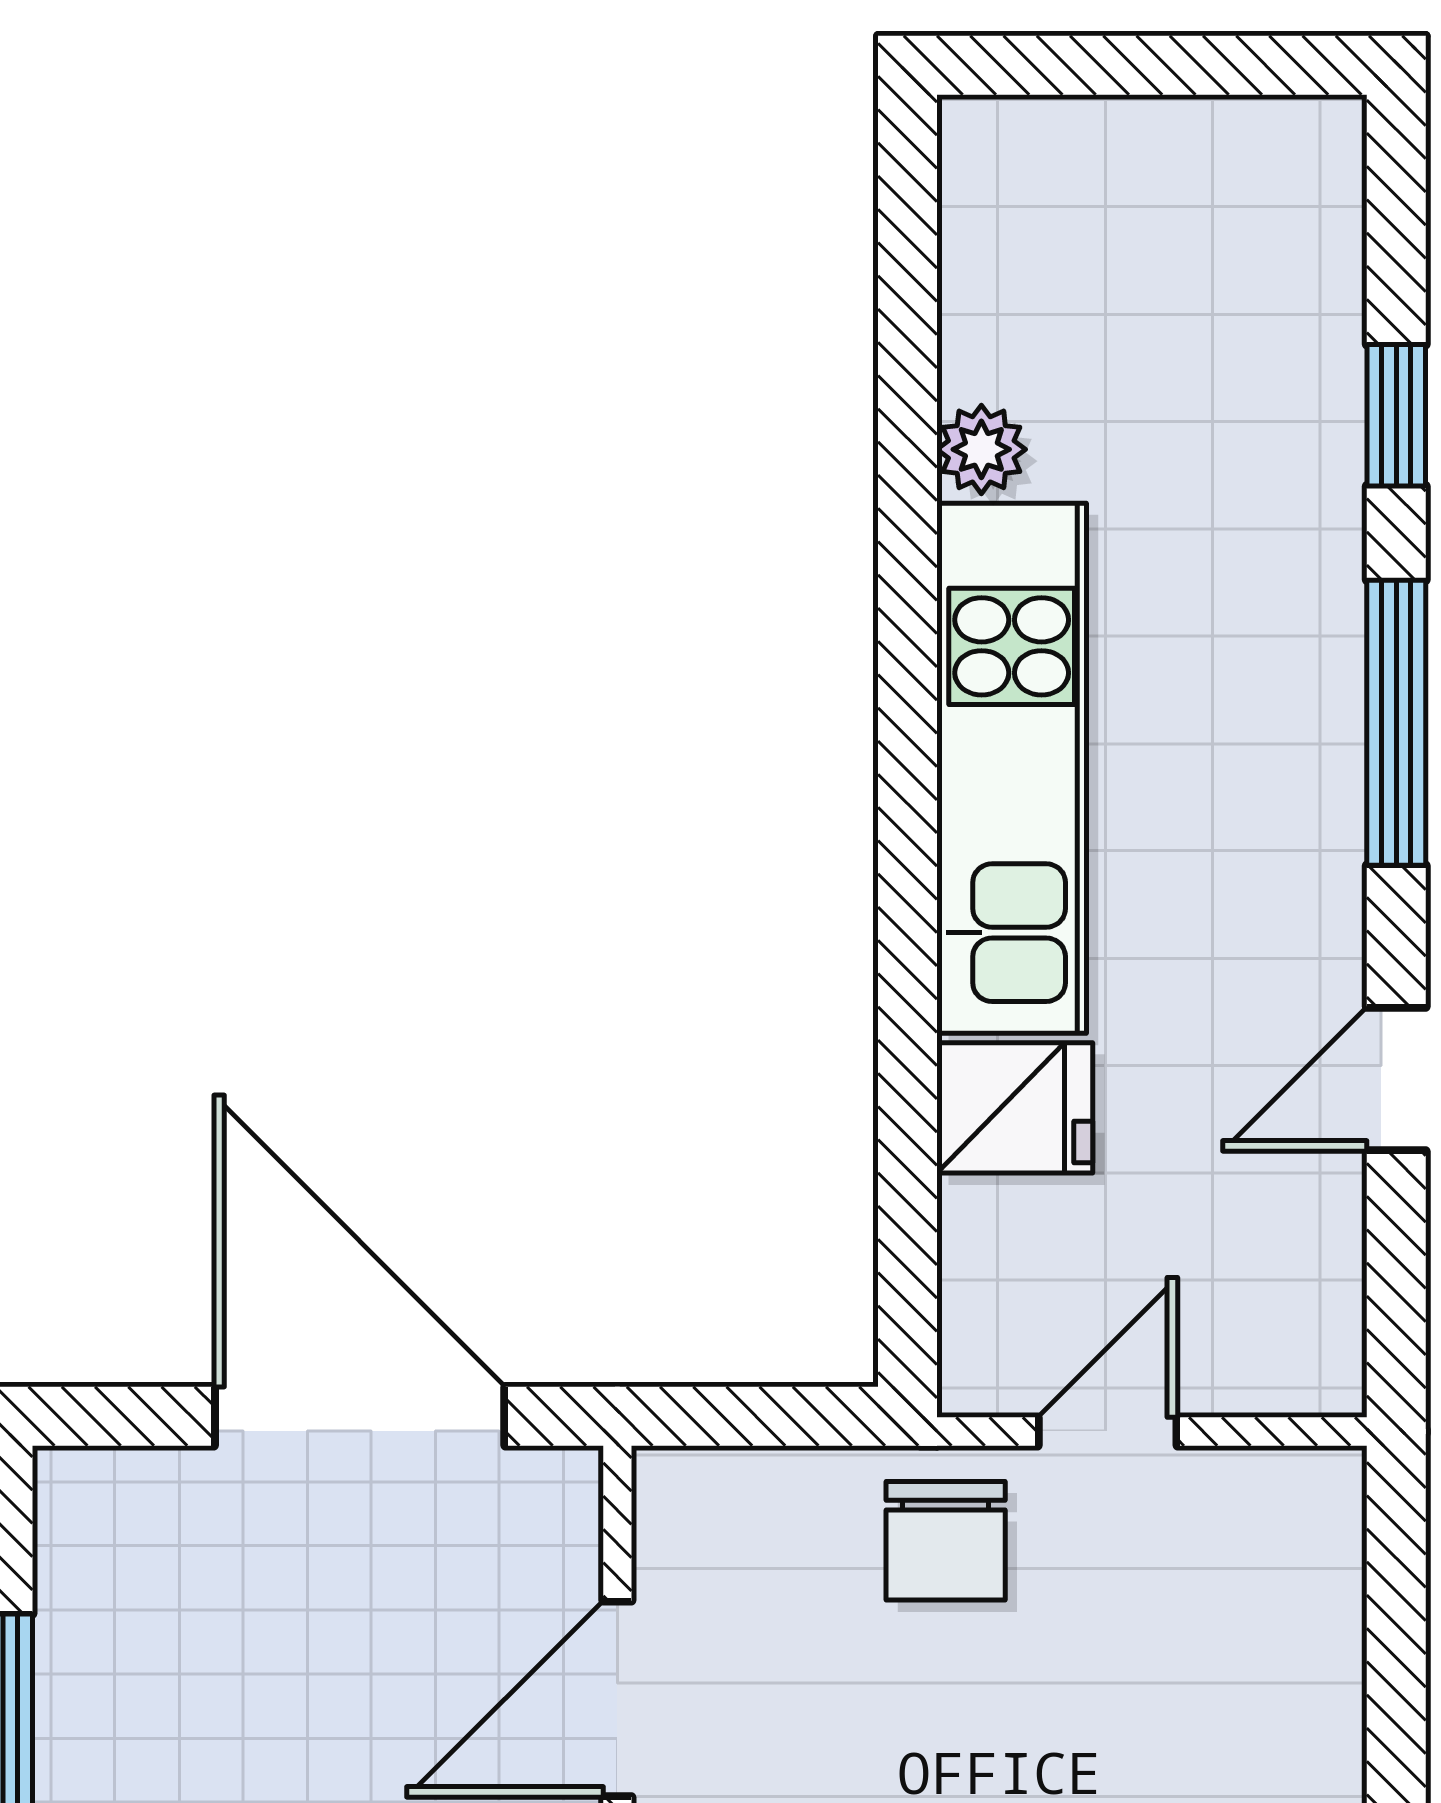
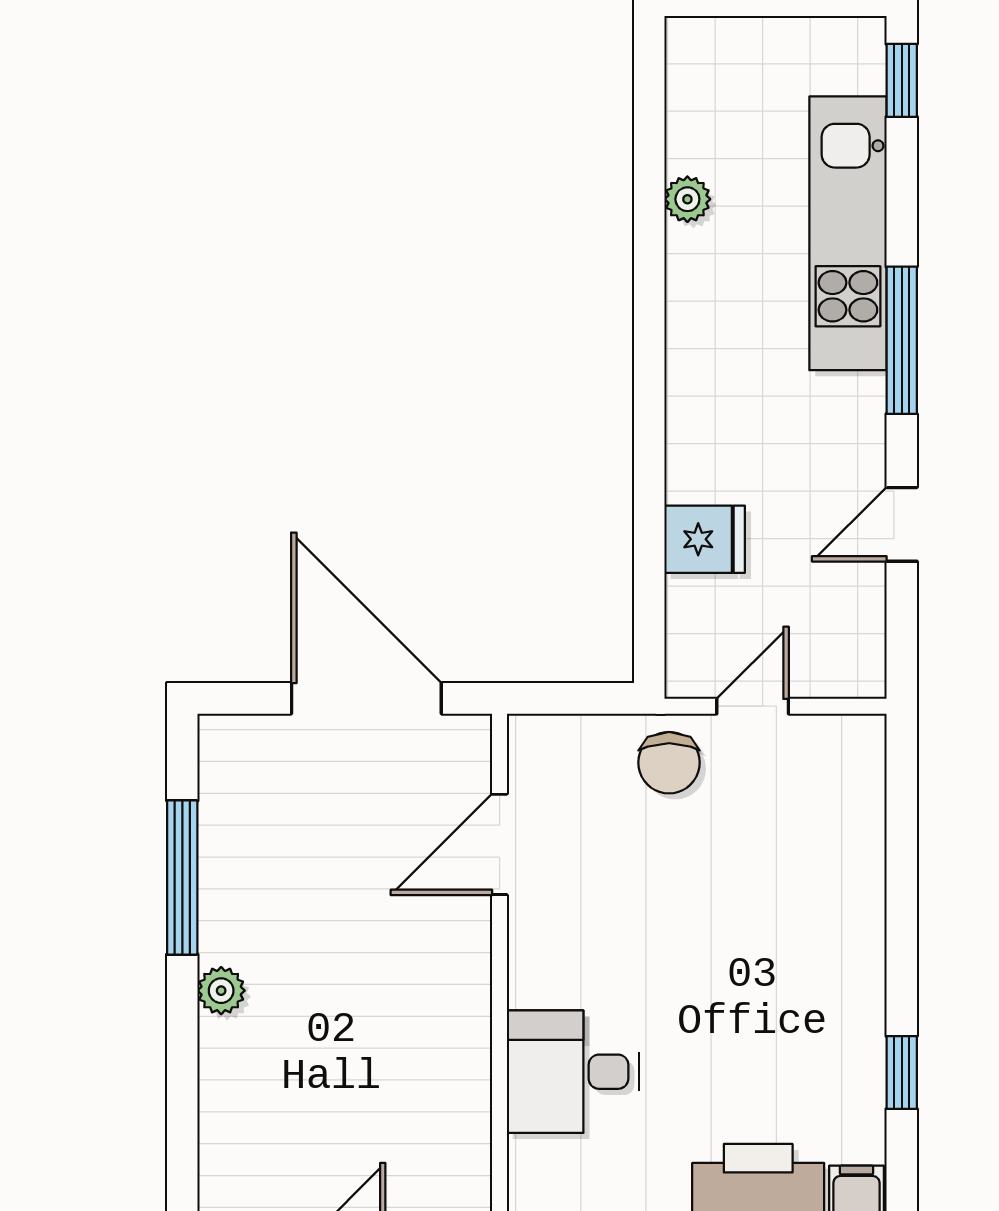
window: (1396, 415) -> (902, 80), moved
kitchen unit: (1012, 768) -> (848, 233), moved, turned 180

